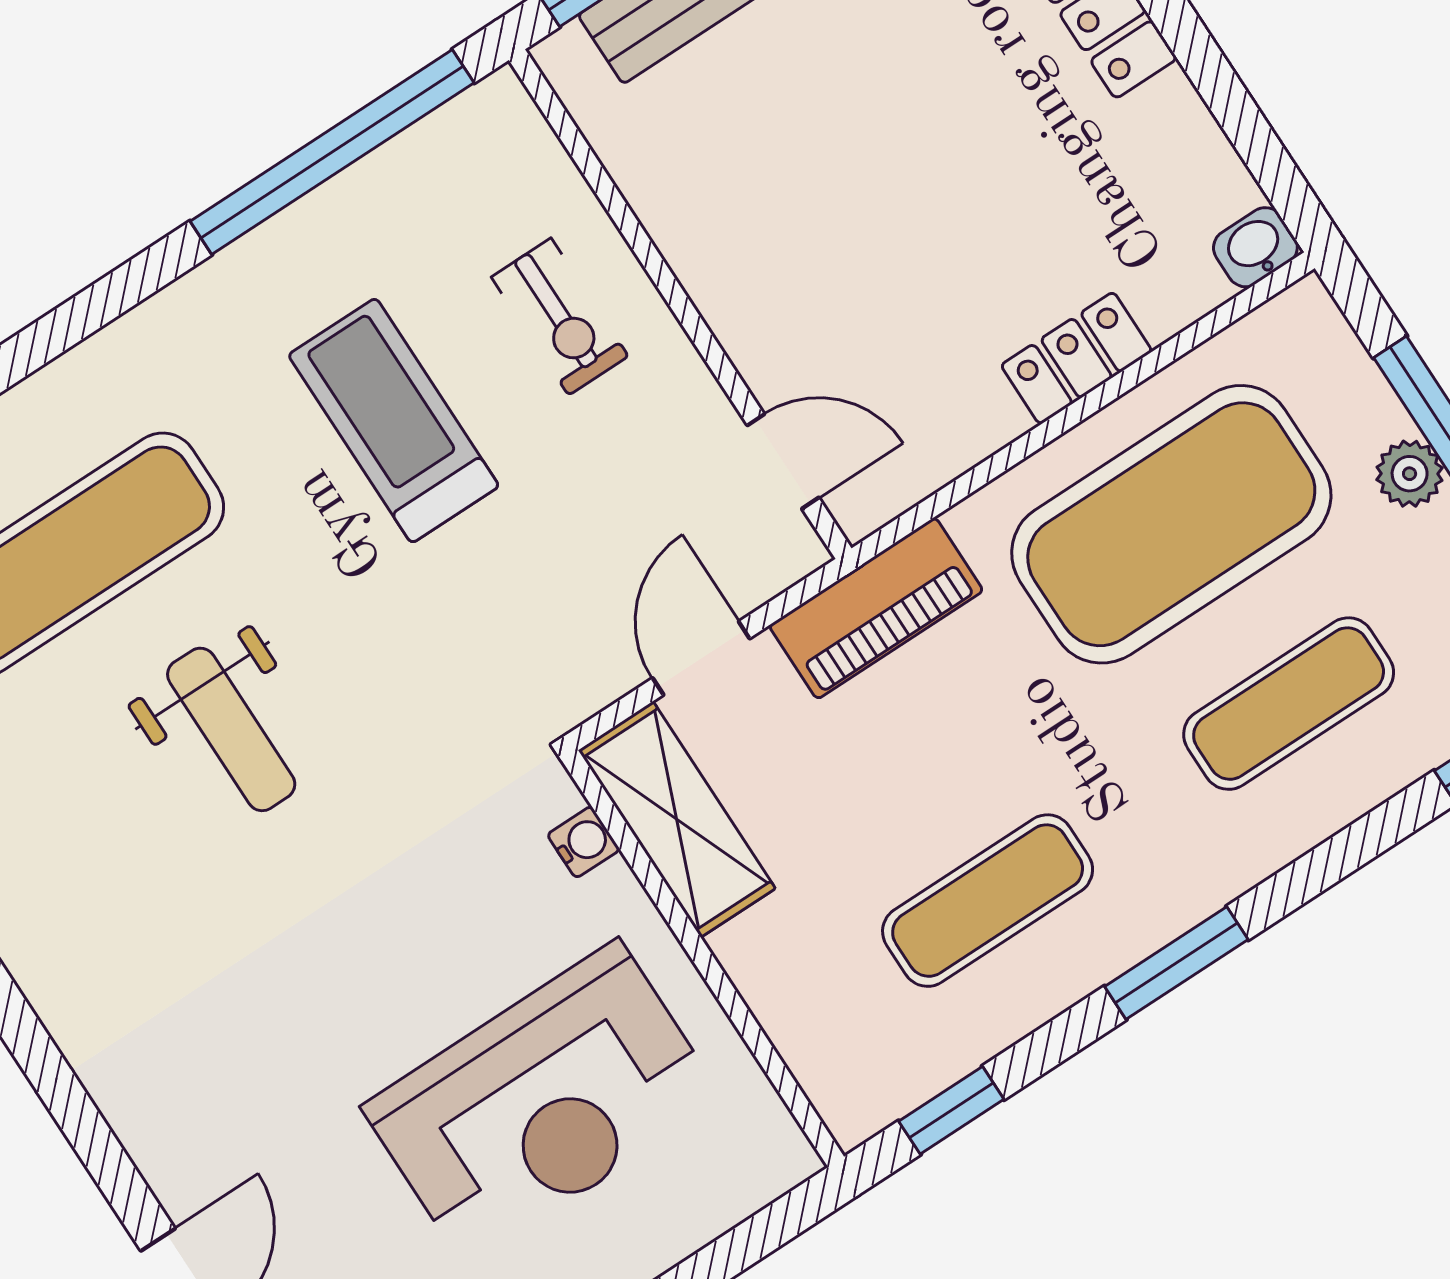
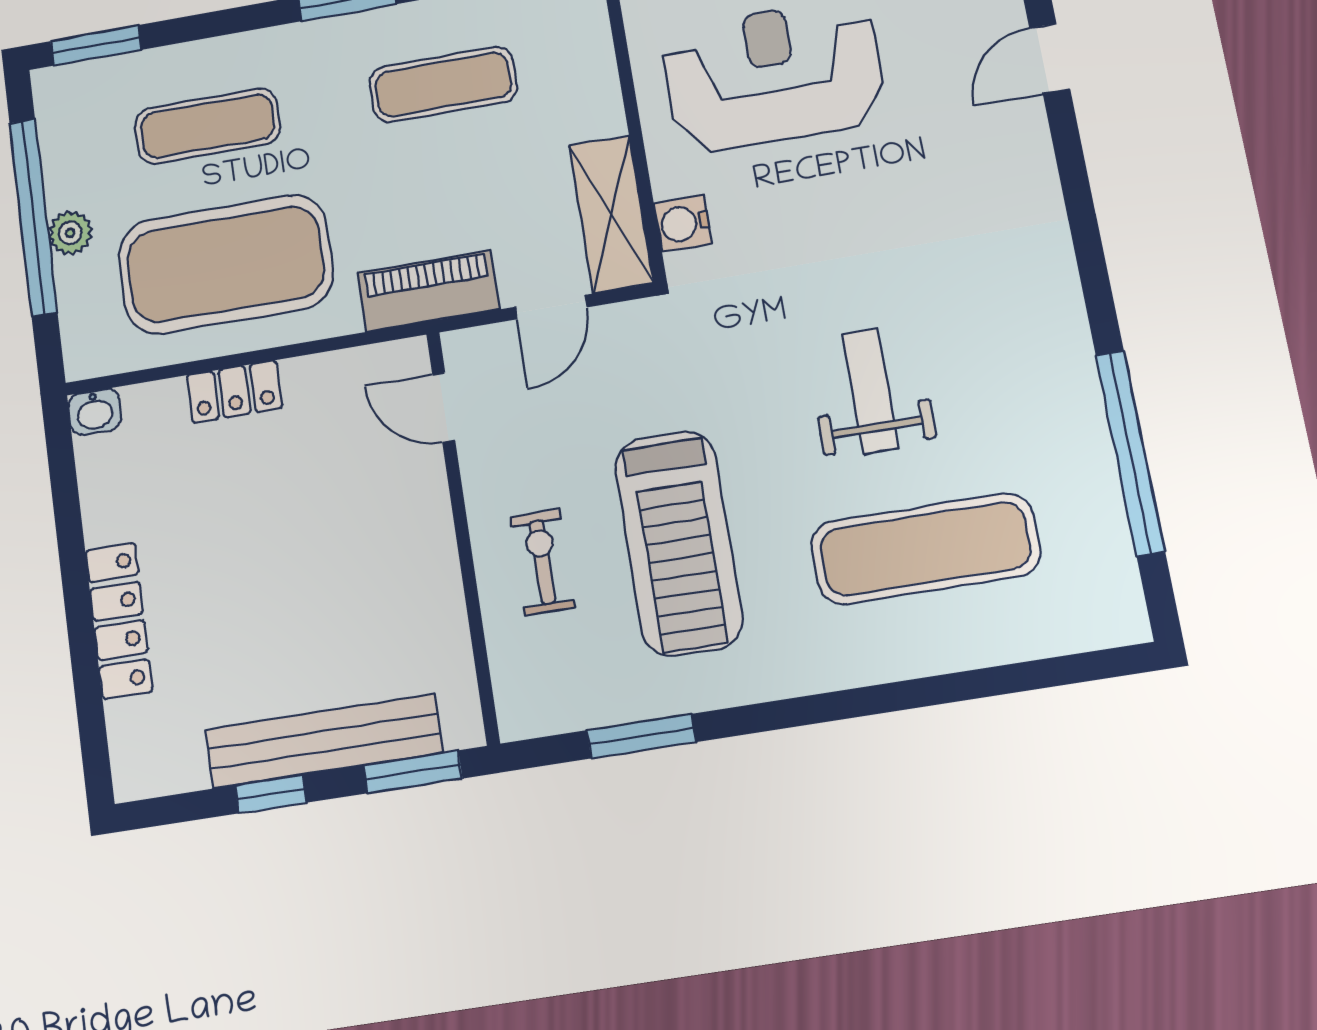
window: (332, 152) -> (641, 736), width x0.47
treadmill: (394, 421) -> (678, 543), width x1.37, depth x1.38
water cooler: (584, 842) -> (683, 224), width x1.38, depth x1.38

